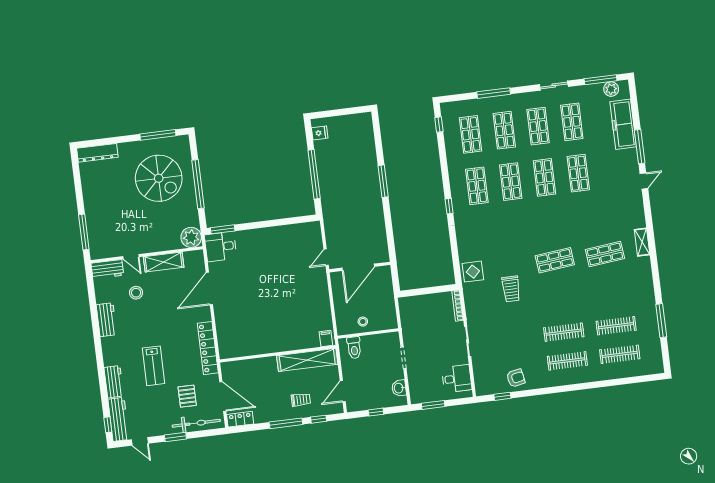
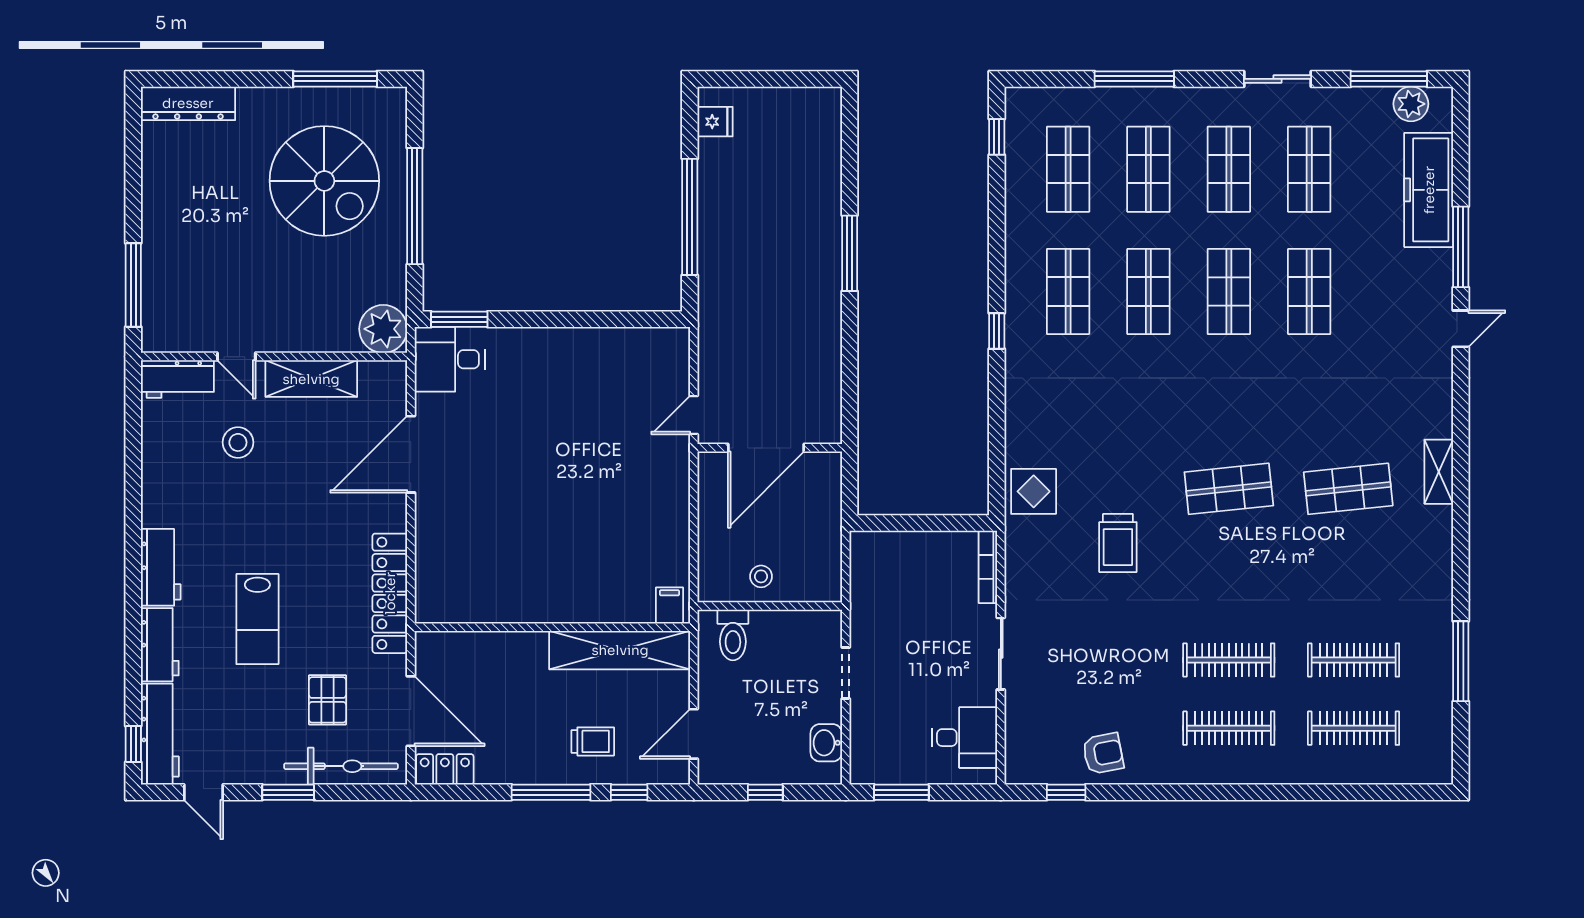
workbench: (106, 320) -> (161, 567), moved

